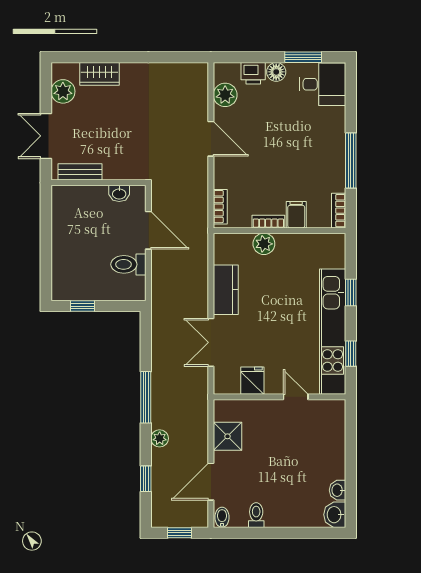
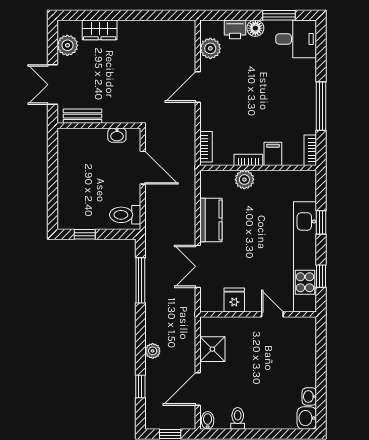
door: (211, 139) -> (198, 87), swing flipped
toilet: (128, 264) -> (125, 215), moved
window: (146, 397) -> (140, 280), moved

